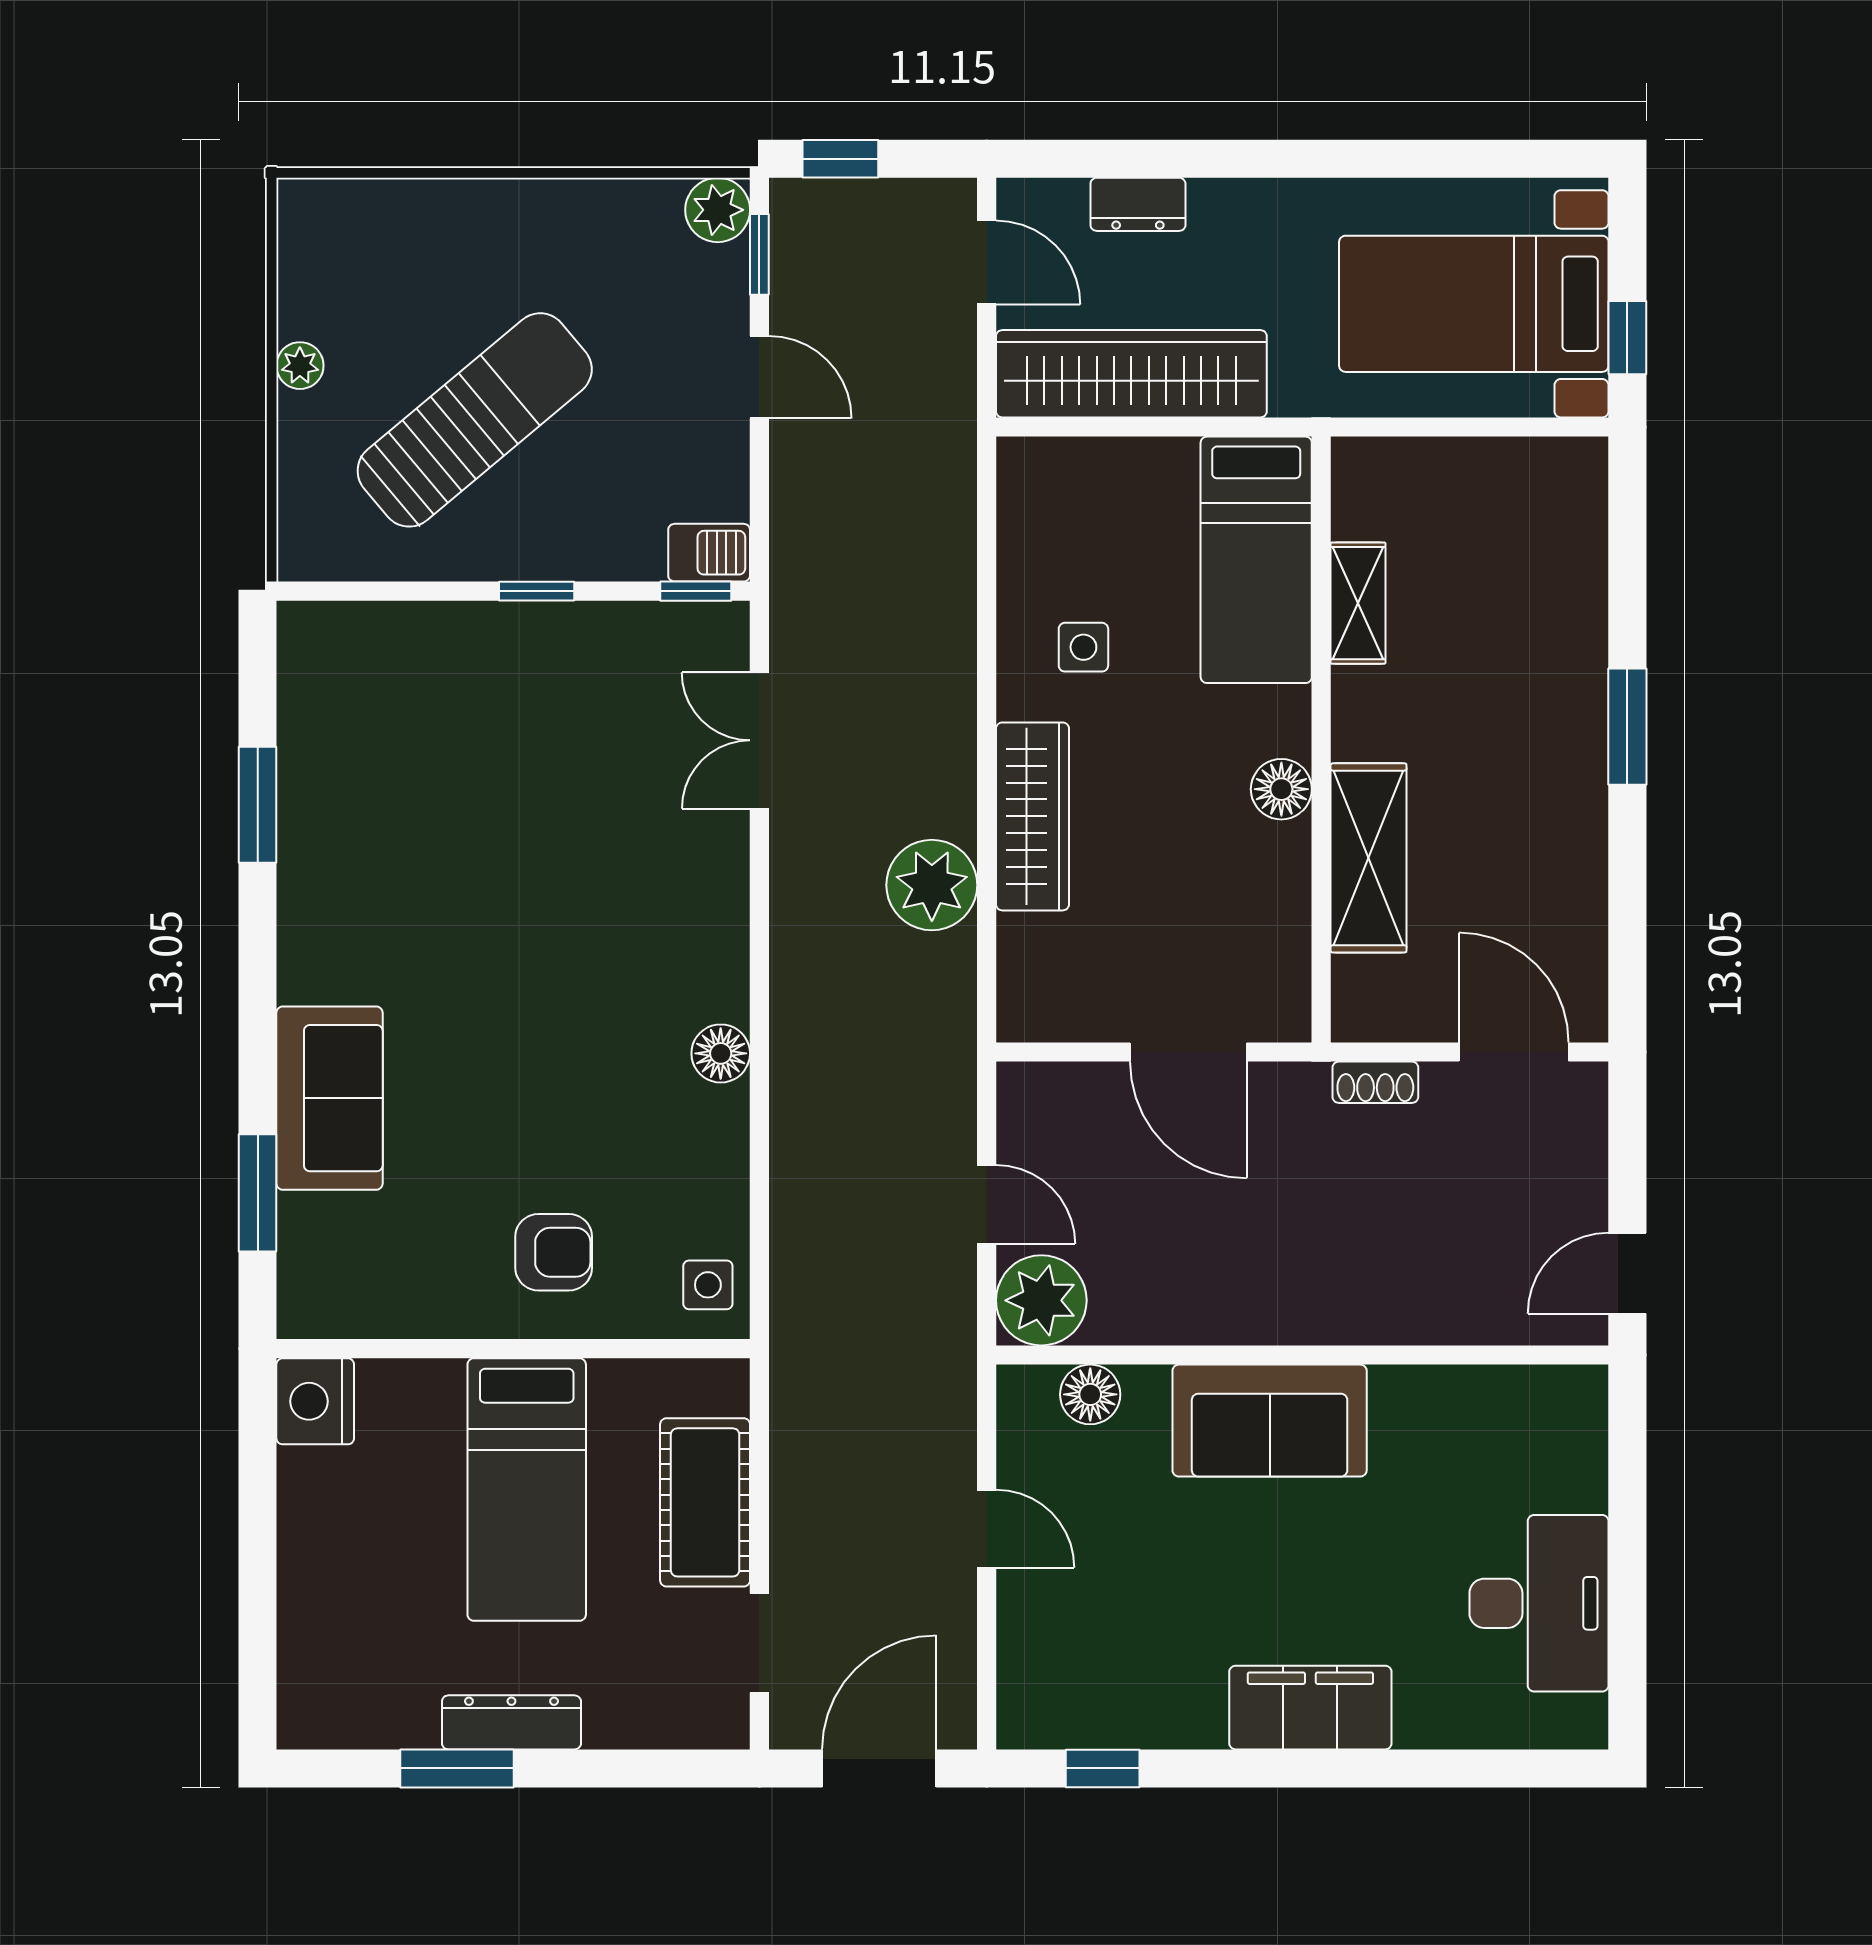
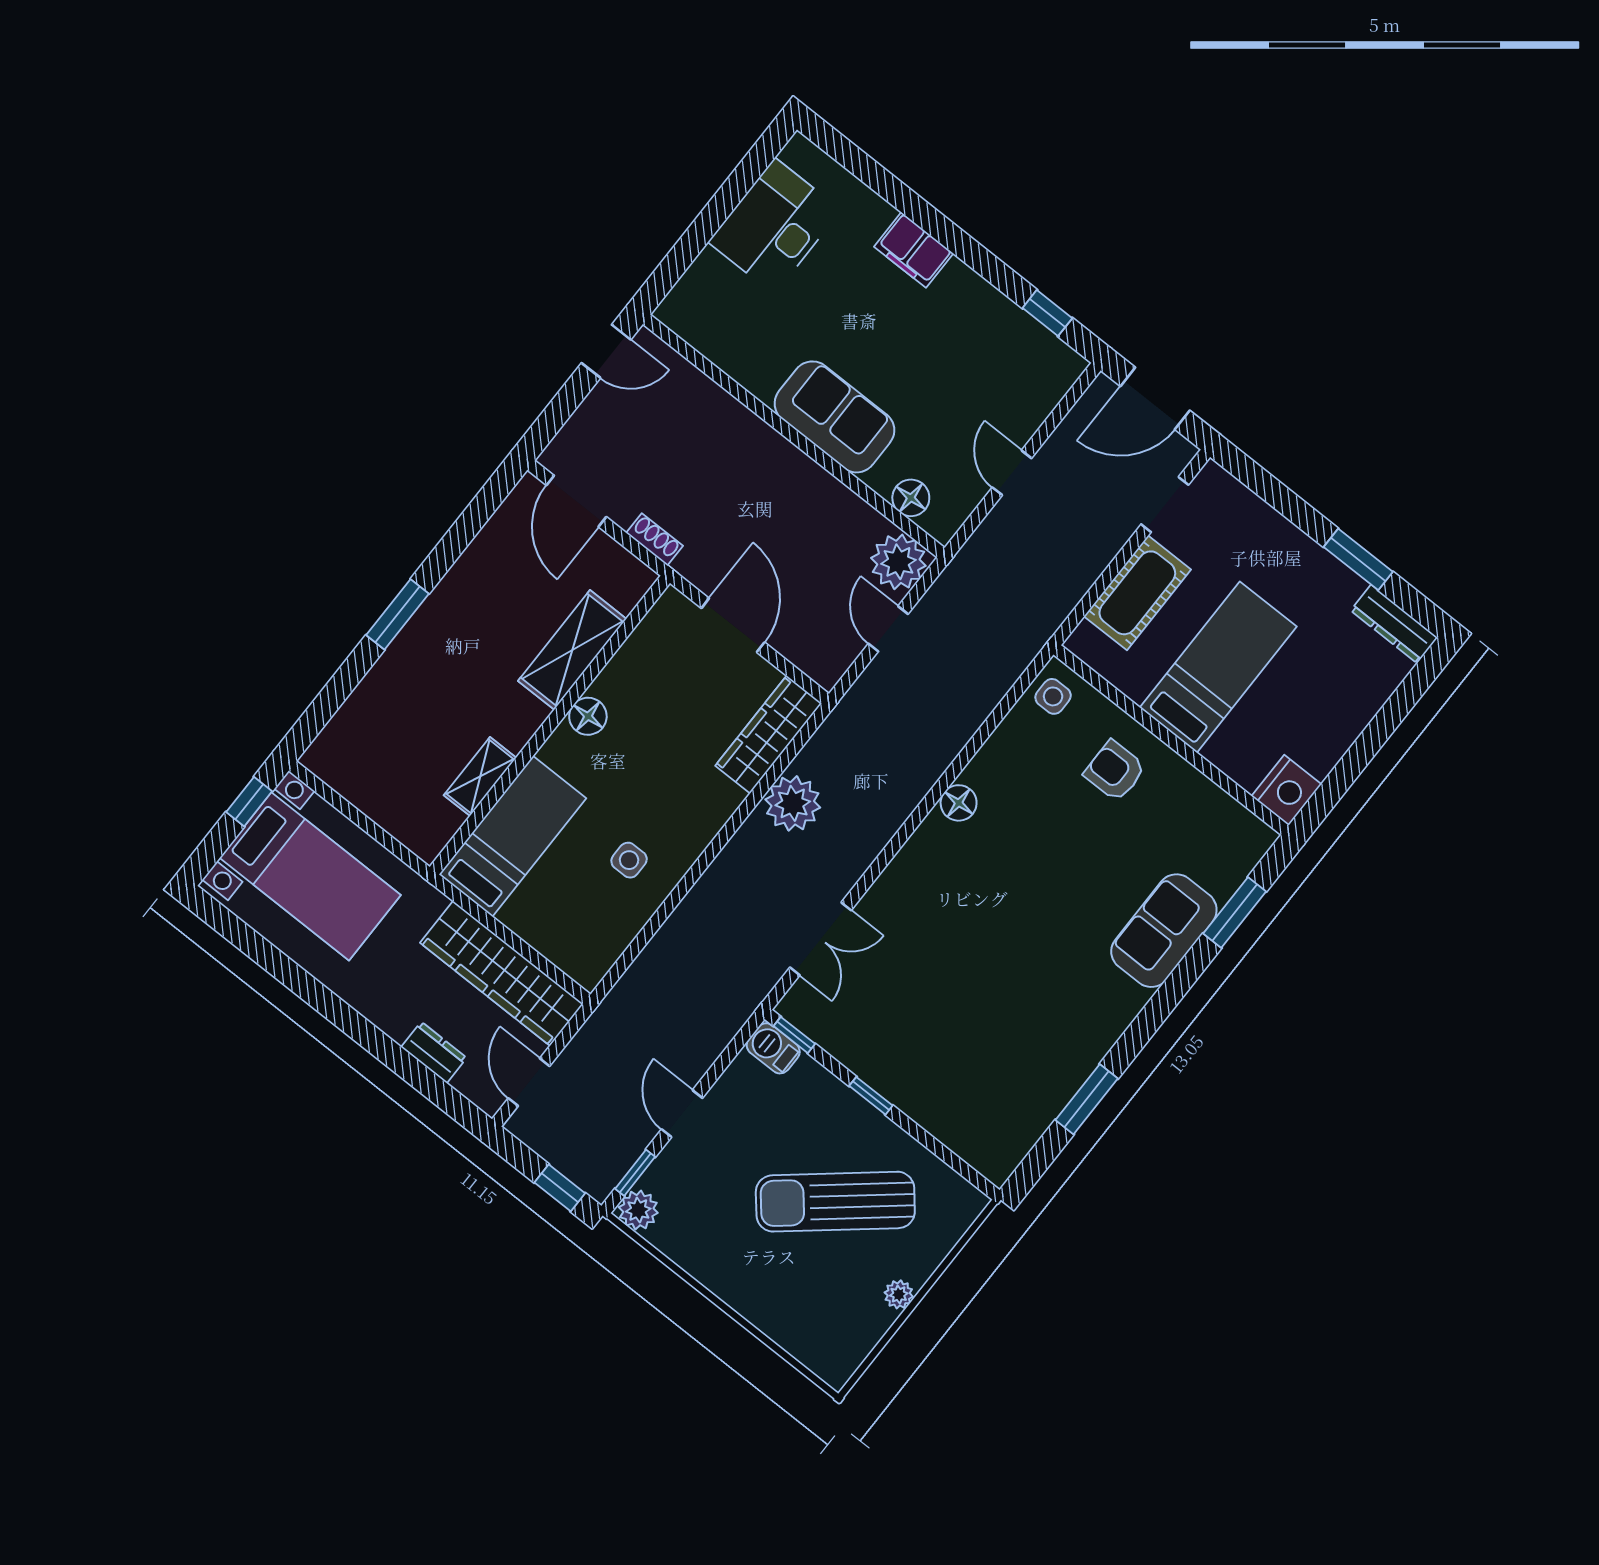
wardrobe: (1032, 816) -> (768, 735), moved
filing cabinet: (1310, 1708) -> (914, 250), width x0.67, depth x0.86
dresser: (511, 1722) -> (1394, 624), moved

